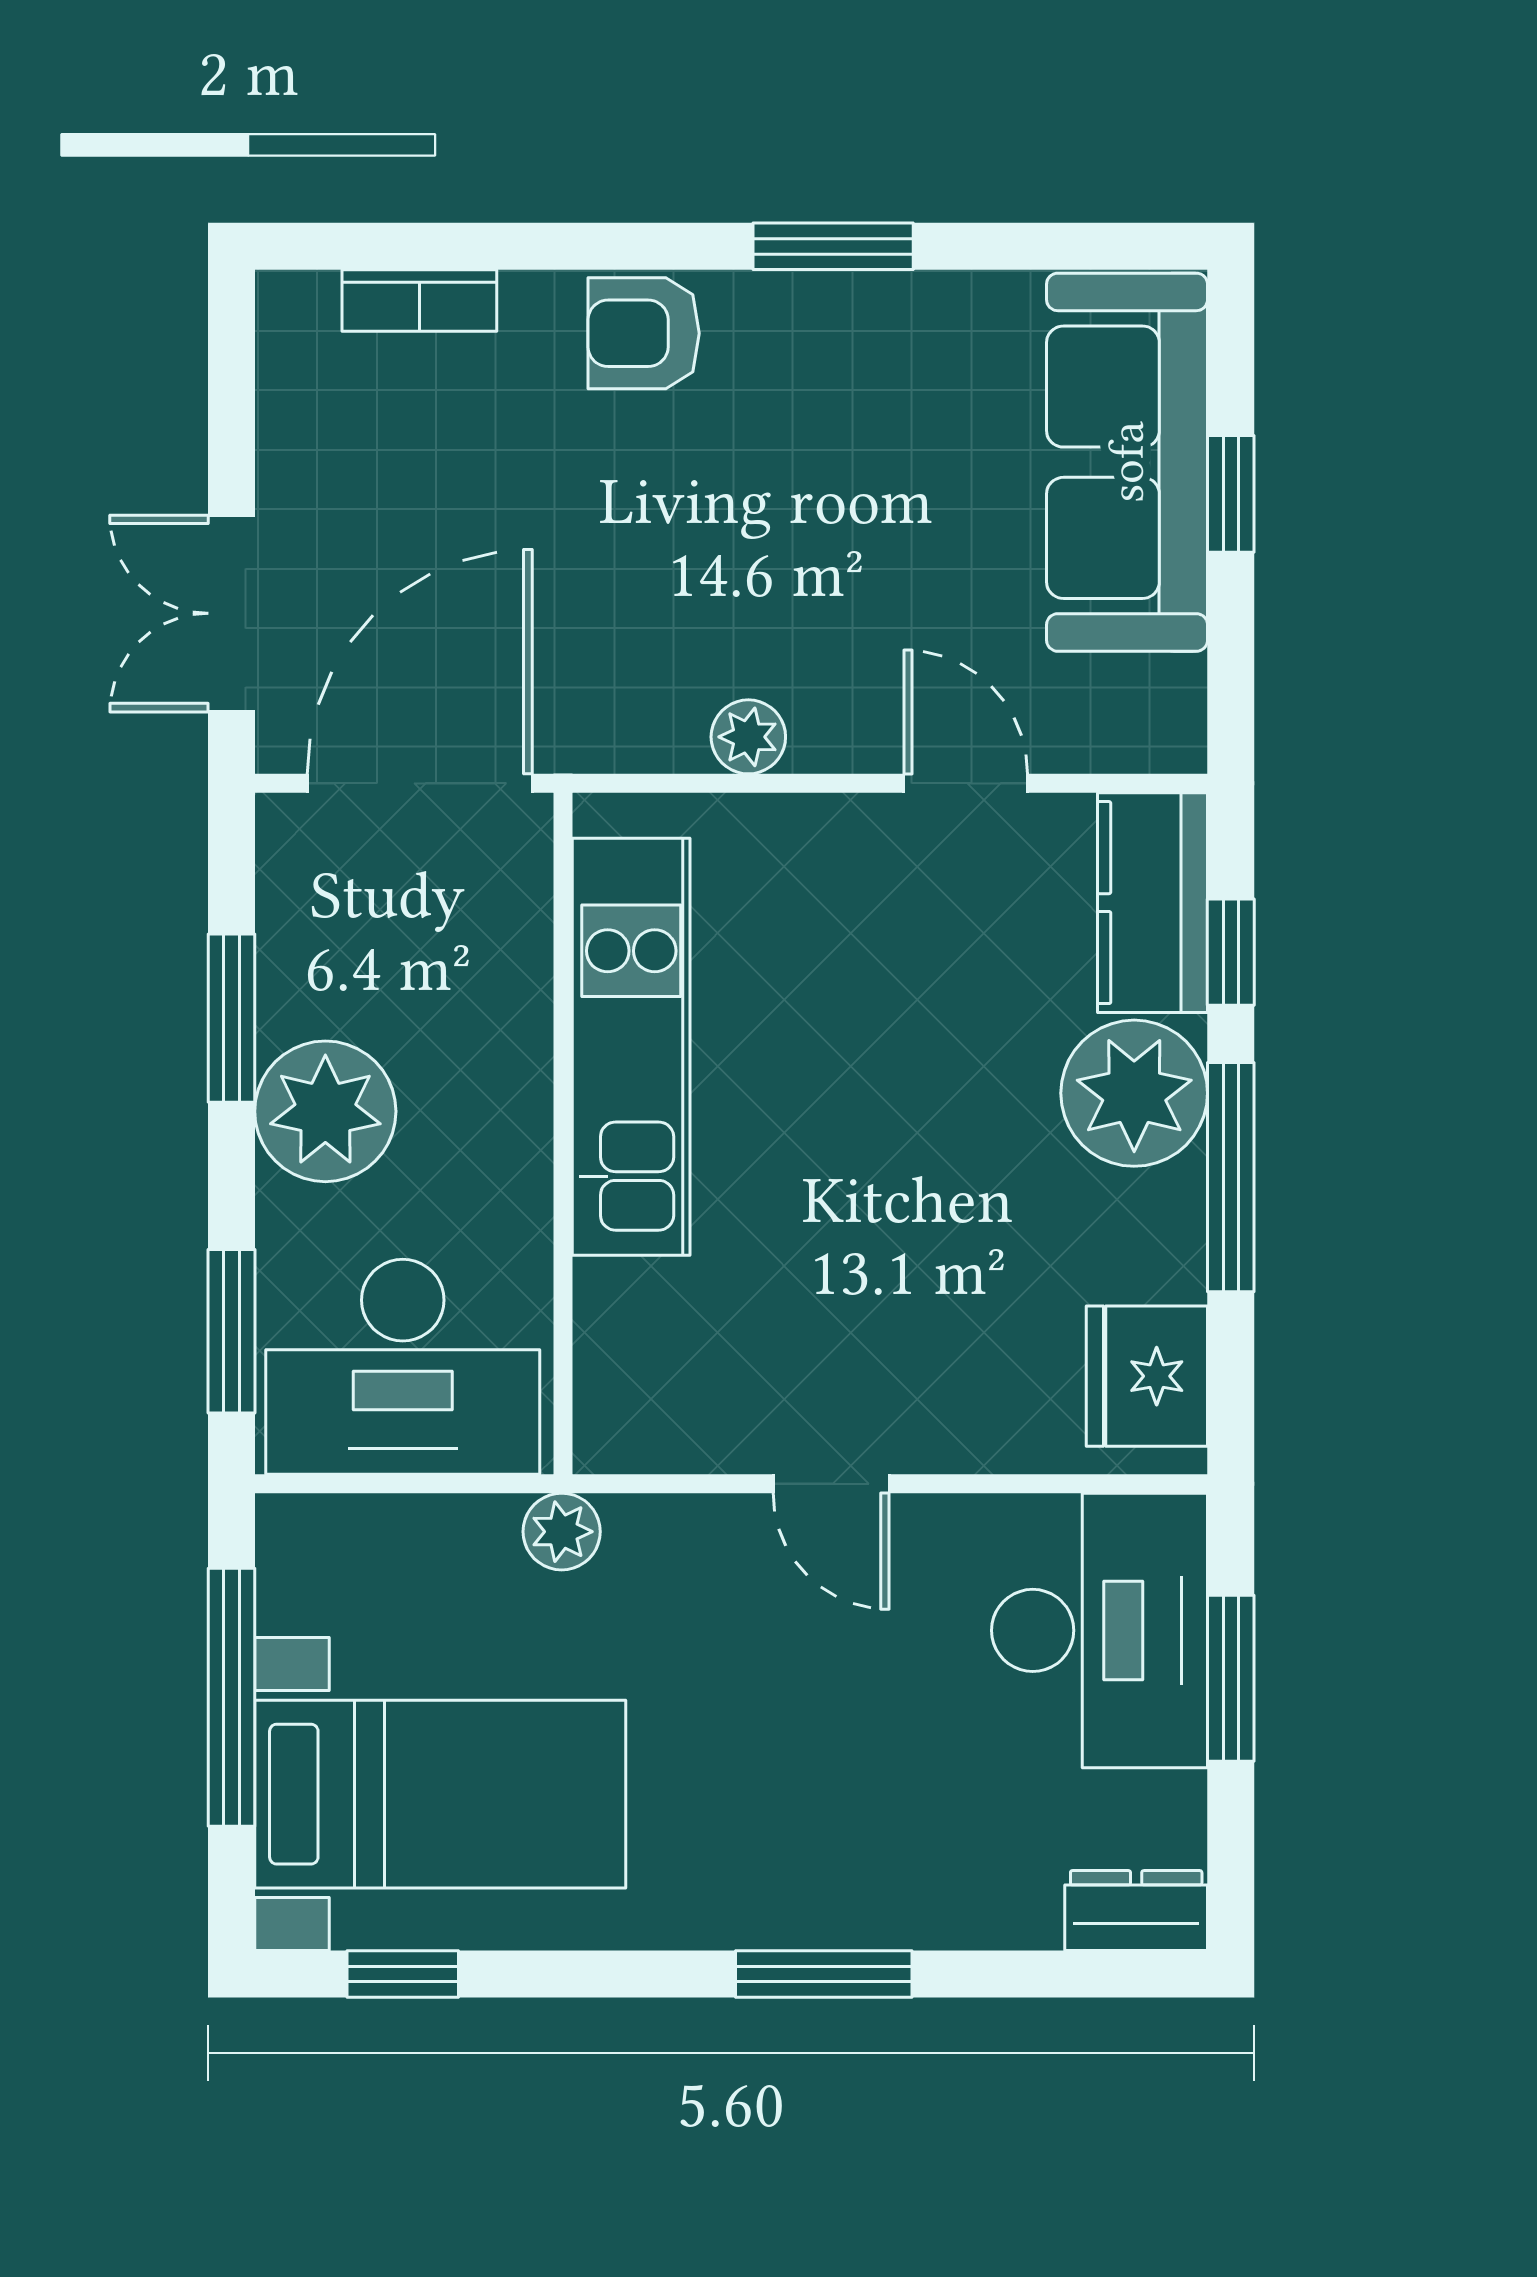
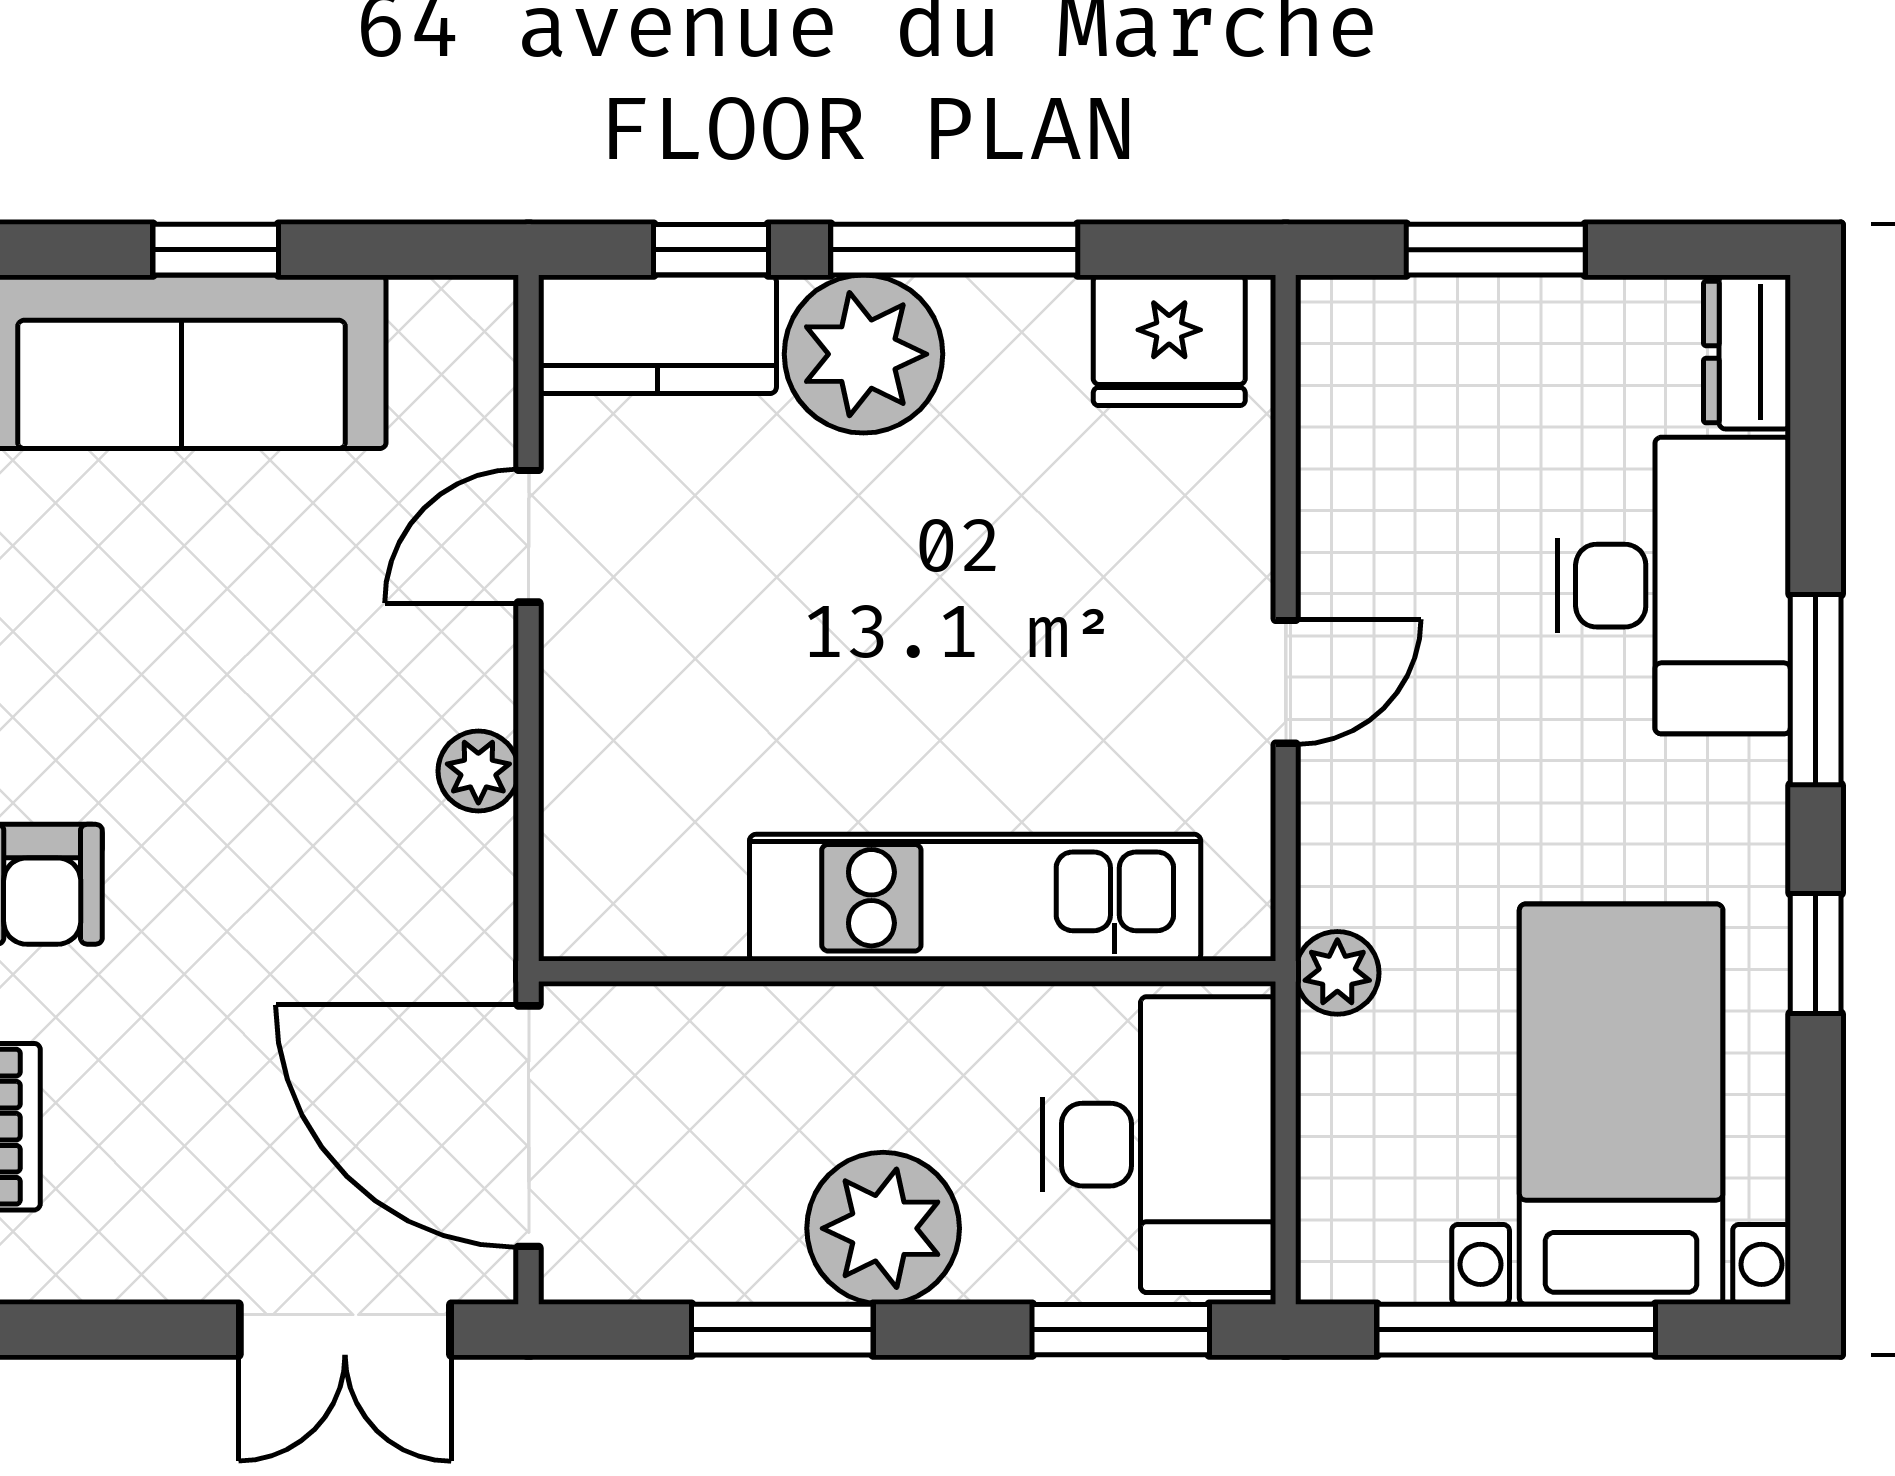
kitchen unit: (631, 1047) -> (975, 898), moved
desk: (1100, 1630) -> (1674, 586), moved, turned 90
window: (403, 1974) -> (1816, 954), moved

